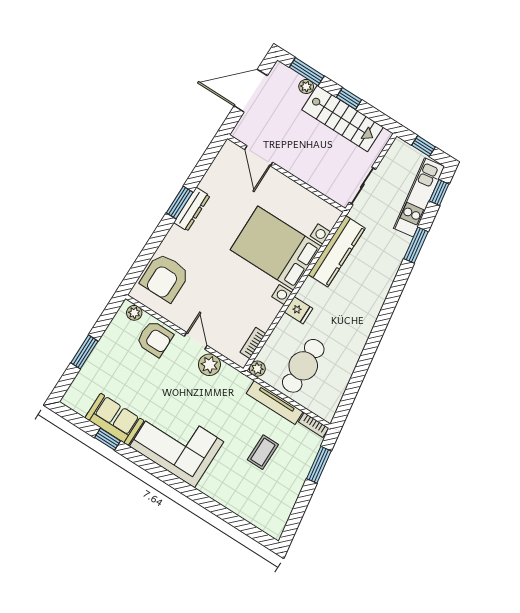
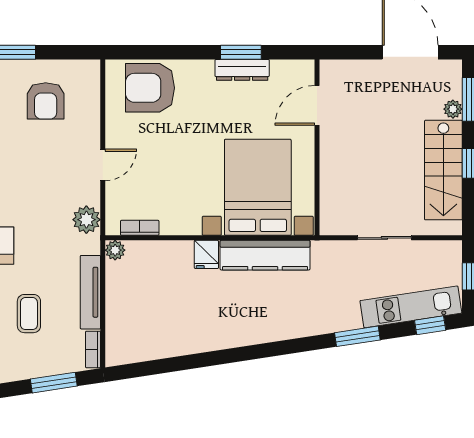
door: (259, 156) -> (317, 105), moved
wall: (286, 173) -> (317, 147), moved
kitchen counter: (337, 251) -> (265, 255), moved
plant: (134, 313) -> (91, 79), removed
armchair: (155, 339) -> (46, 101), moved
plant: (209, 365) -> (86, 220), moved
cafe table: (303, 366) -> (150, 298), removed
coffee table: (263, 452) -> (29, 314), turned 90

